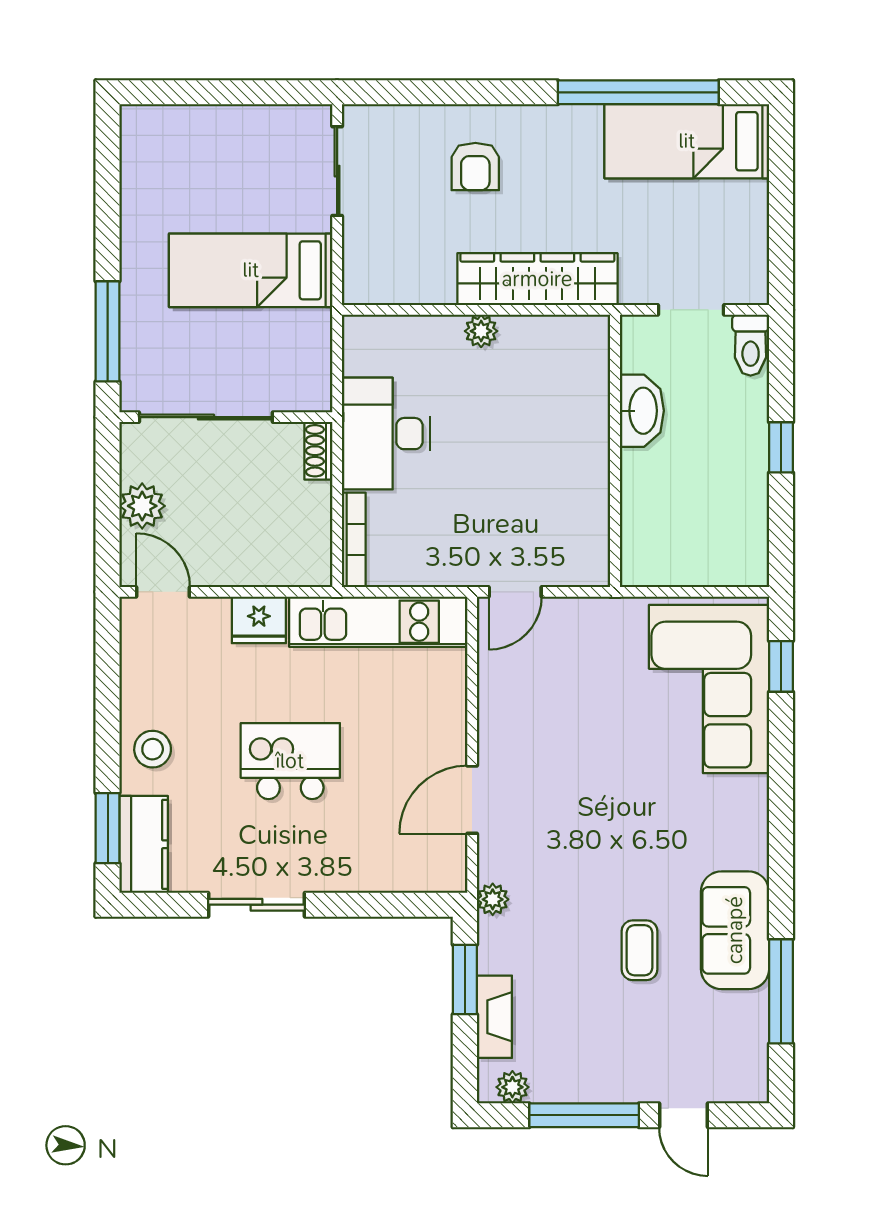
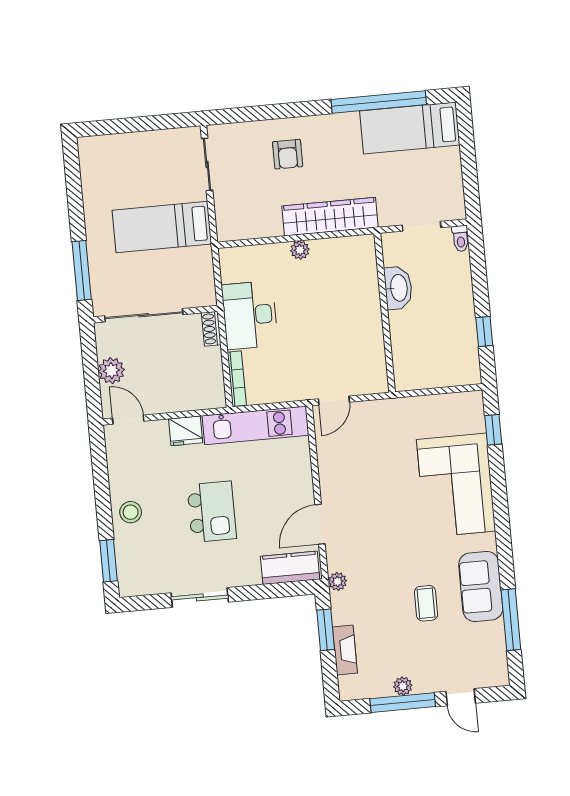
toilet: (751, 345) -> (461, 238), width x0.73, depth x0.72
window: (781, 447) -> (484, 331), moved
corner sofa: (709, 689) -> (456, 485), moved
kitchen island: (290, 761) -> (212, 512), turned 90
kitchen counter: (144, 844) -> (290, 568), moved, turned -90
plant: (512, 1087) -> (403, 686), moved

